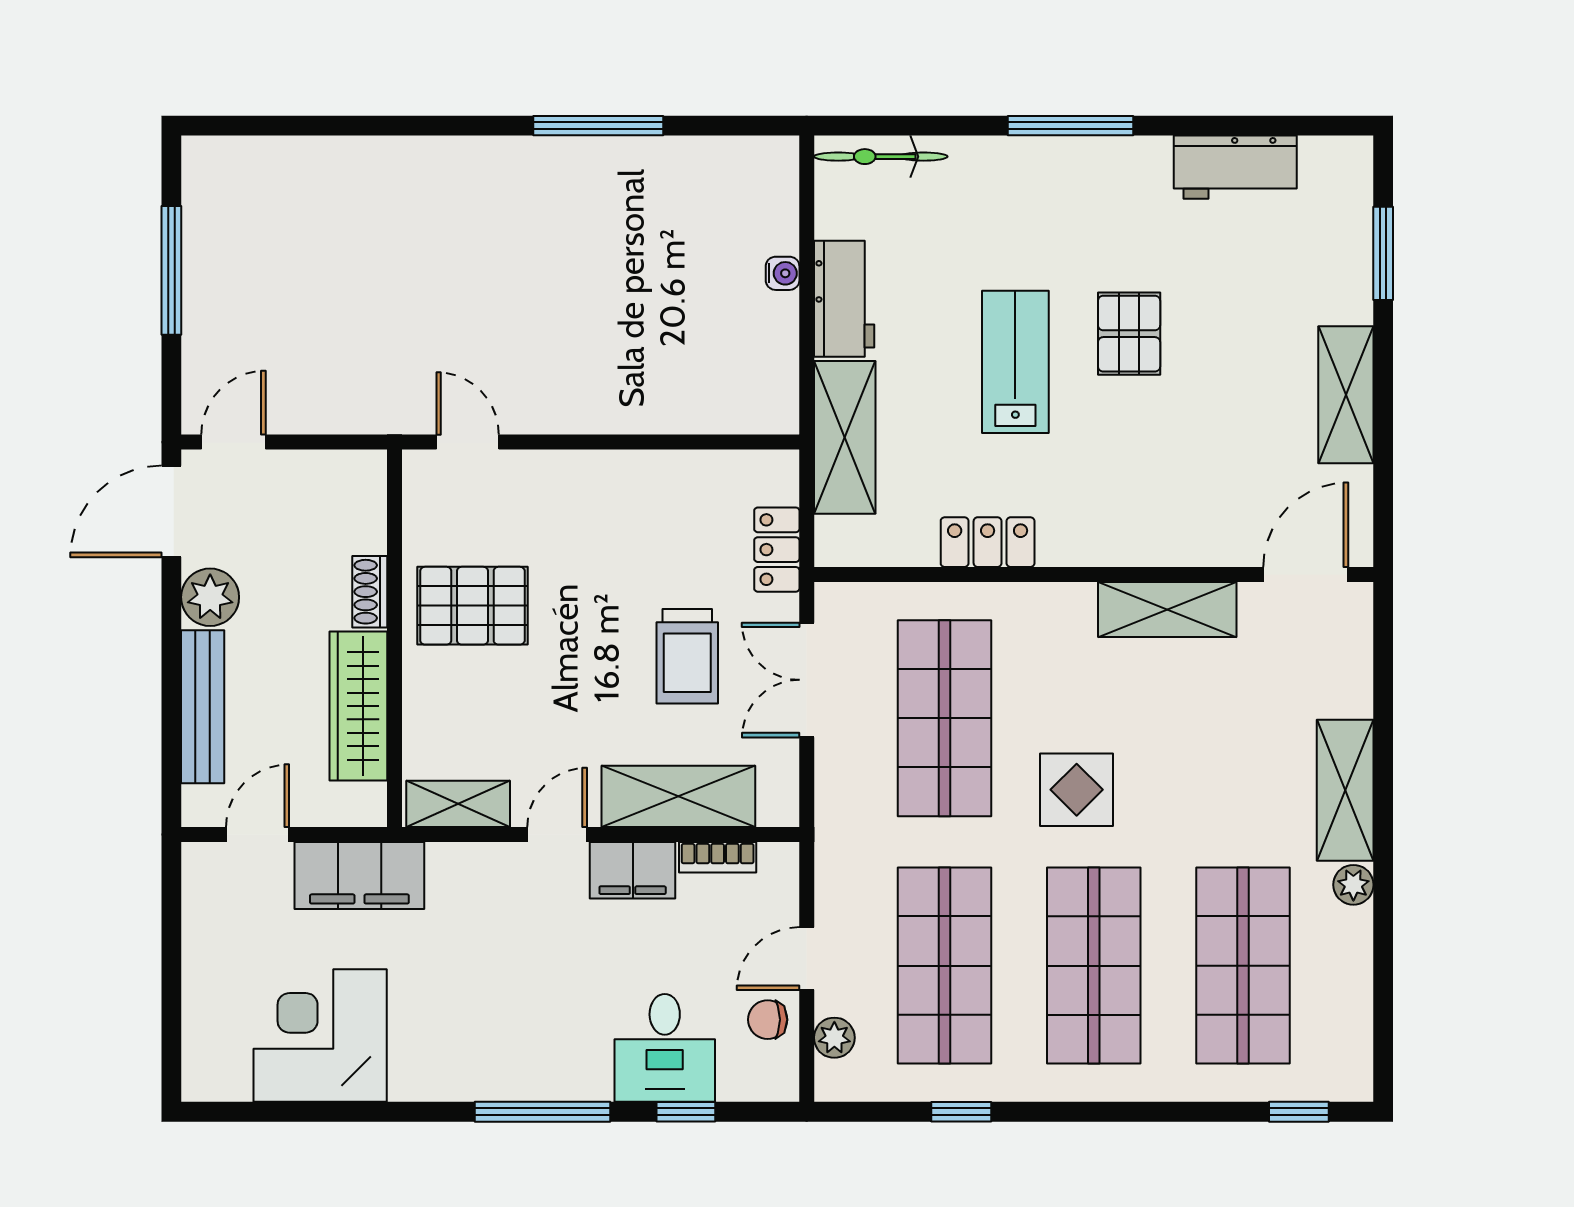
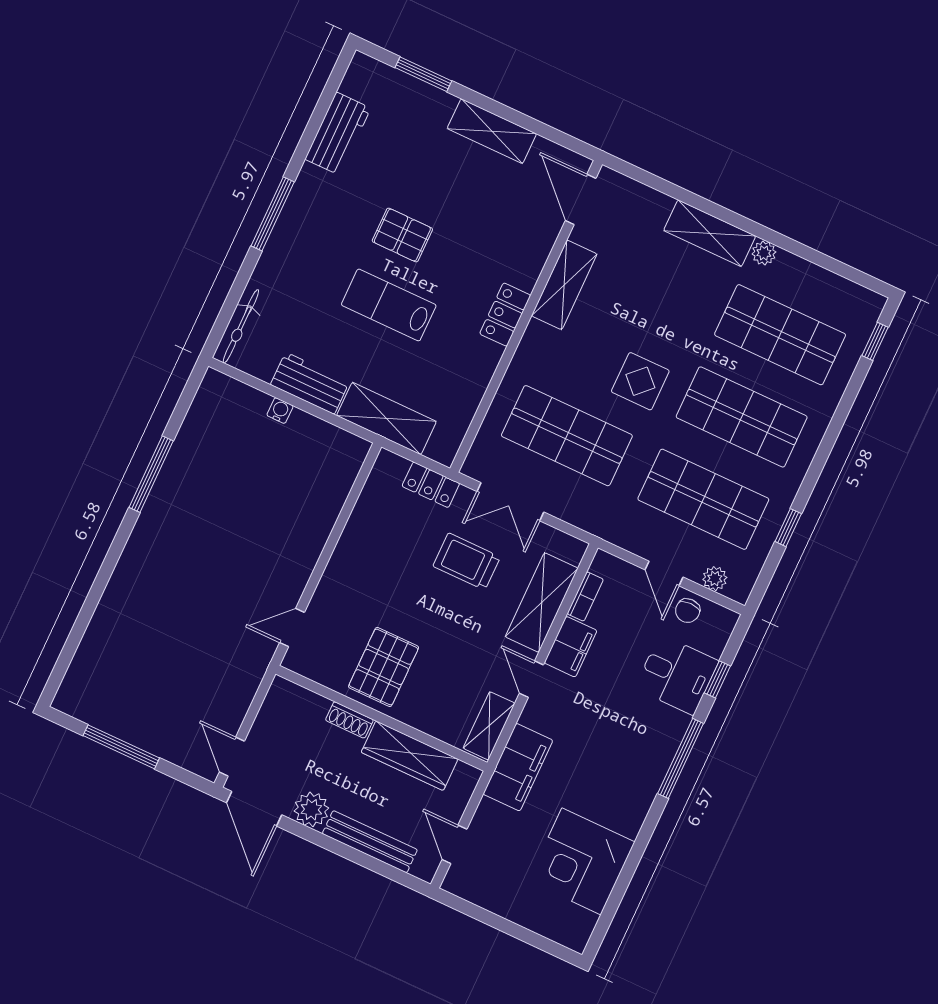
locker: (988, 542) -> (505, 315), moved
trolley: (687, 656) -> (467, 562), turned 180
filing cabinet: (359, 875) -> (518, 767), moved

